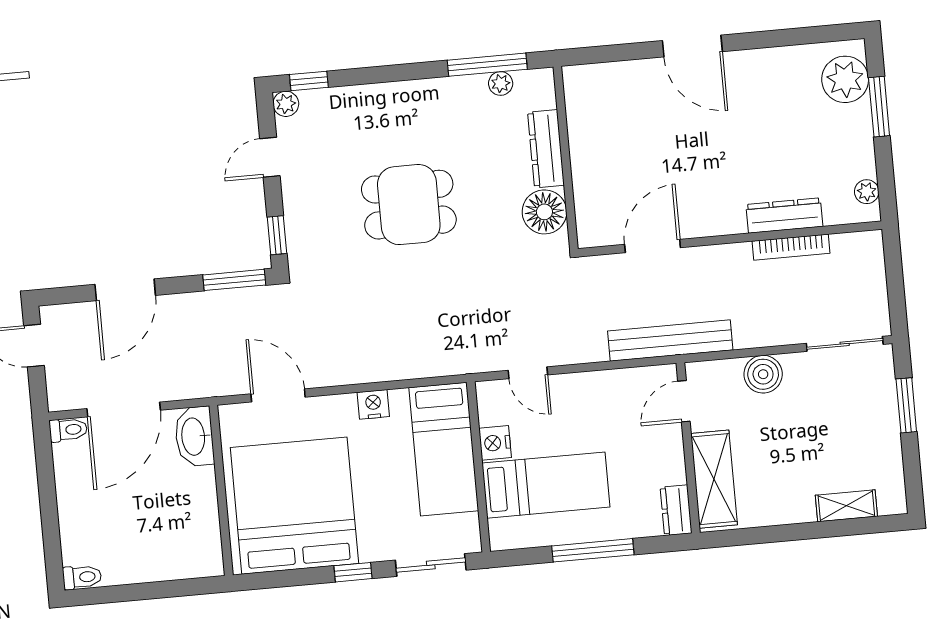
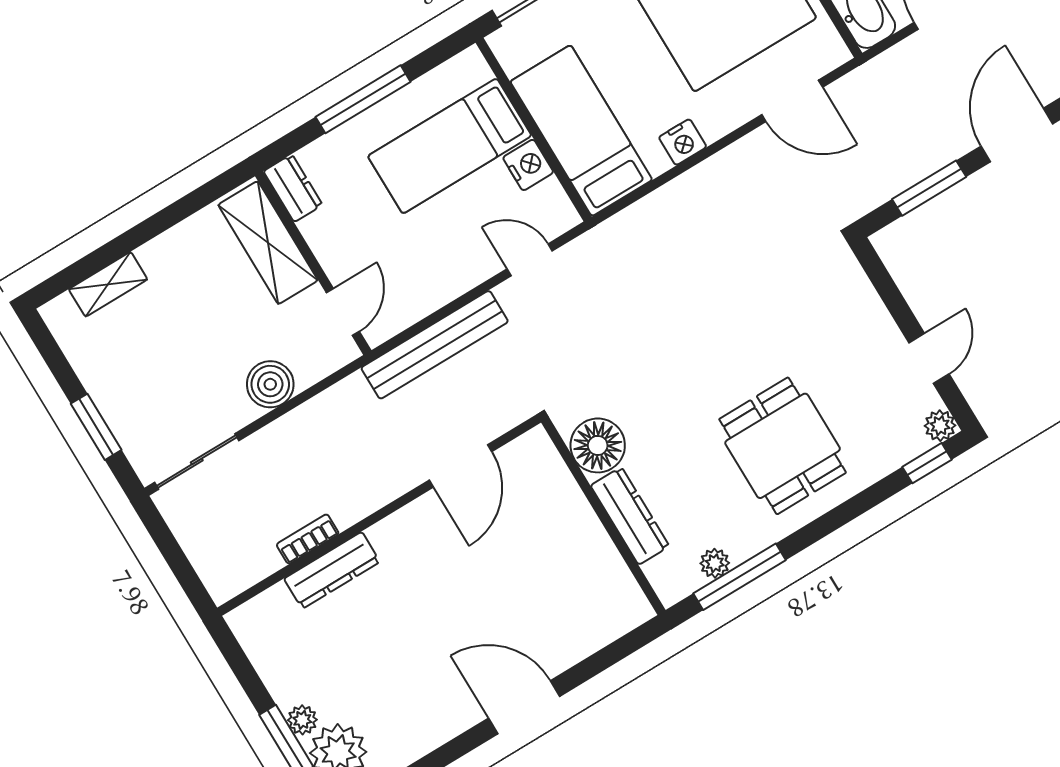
plant: (867, 192) -> (302, 720), moved
dining table: (409, 205) -> (783, 446), moved, turned 90
window: (277, 235) -> (879, 276), removed
bookcase: (791, 247) -> (308, 539), width x0.64
window: (234, 280) -> (929, 188), moved
bench: (670, 341) -> (435, 345), moved

